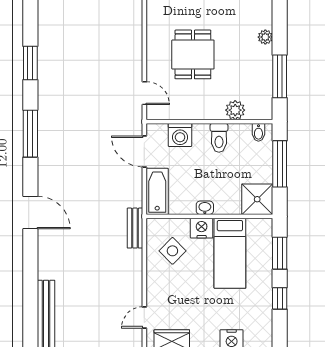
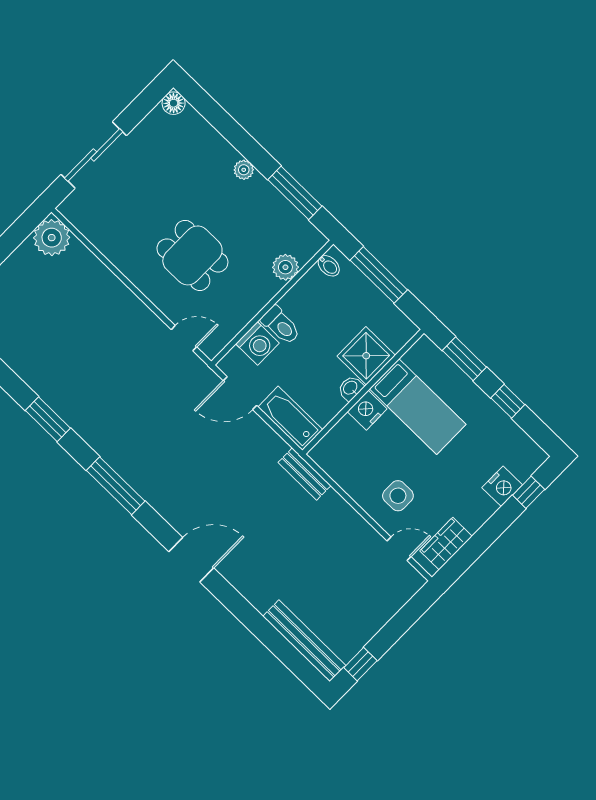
toilet: (219, 138) -> (281, 325), moved
shower: (257, 199) -> (366, 356), moved
side table: (172, 251) -> (398, 496), moved, turned 45
door: (144, 317) -> (399, 549), swing flipped

